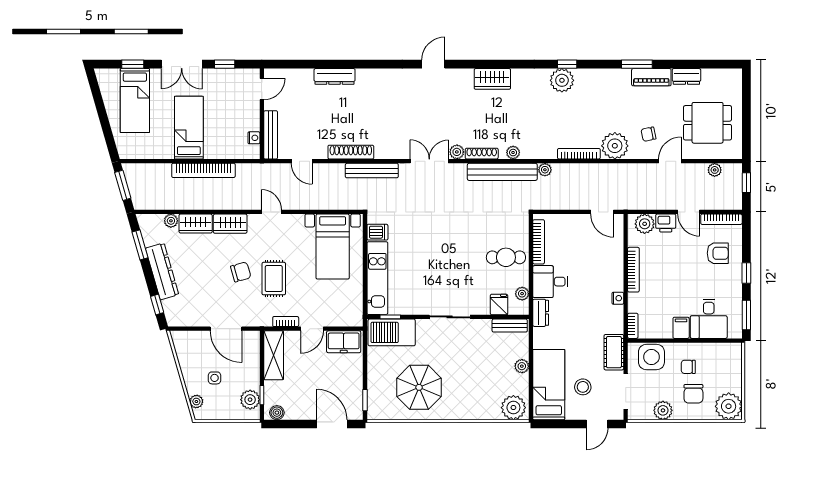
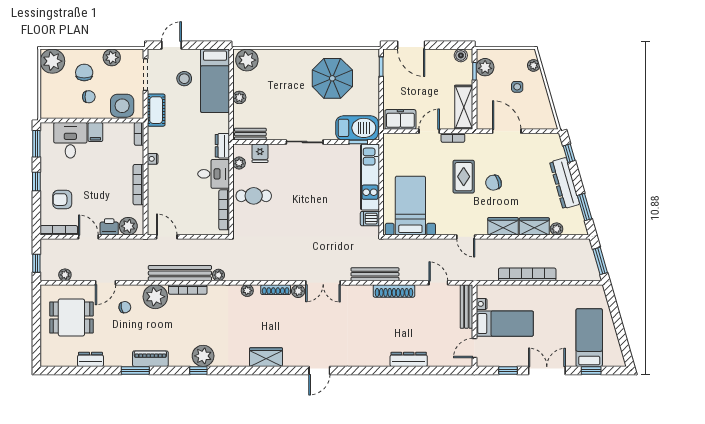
piano: (651, 77) -> (150, 359), moved
bed: (189, 128) -> (505, 324), moved, turned -90
bench: (502, 172) -> (180, 273), moved

